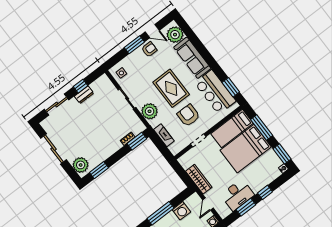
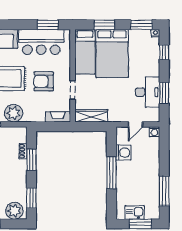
window: (262, 128) -> (104, 25), width x0.69
fireplace: (164, 135) -> (58, 117), moved
window: (137, 141) -> (31, 160), moved
wardrobe: (199, 179) -> (91, 116), moved
window: (265, 192) -> (164, 52), moved
door: (208, 204) -> (135, 124), hinge flipped

